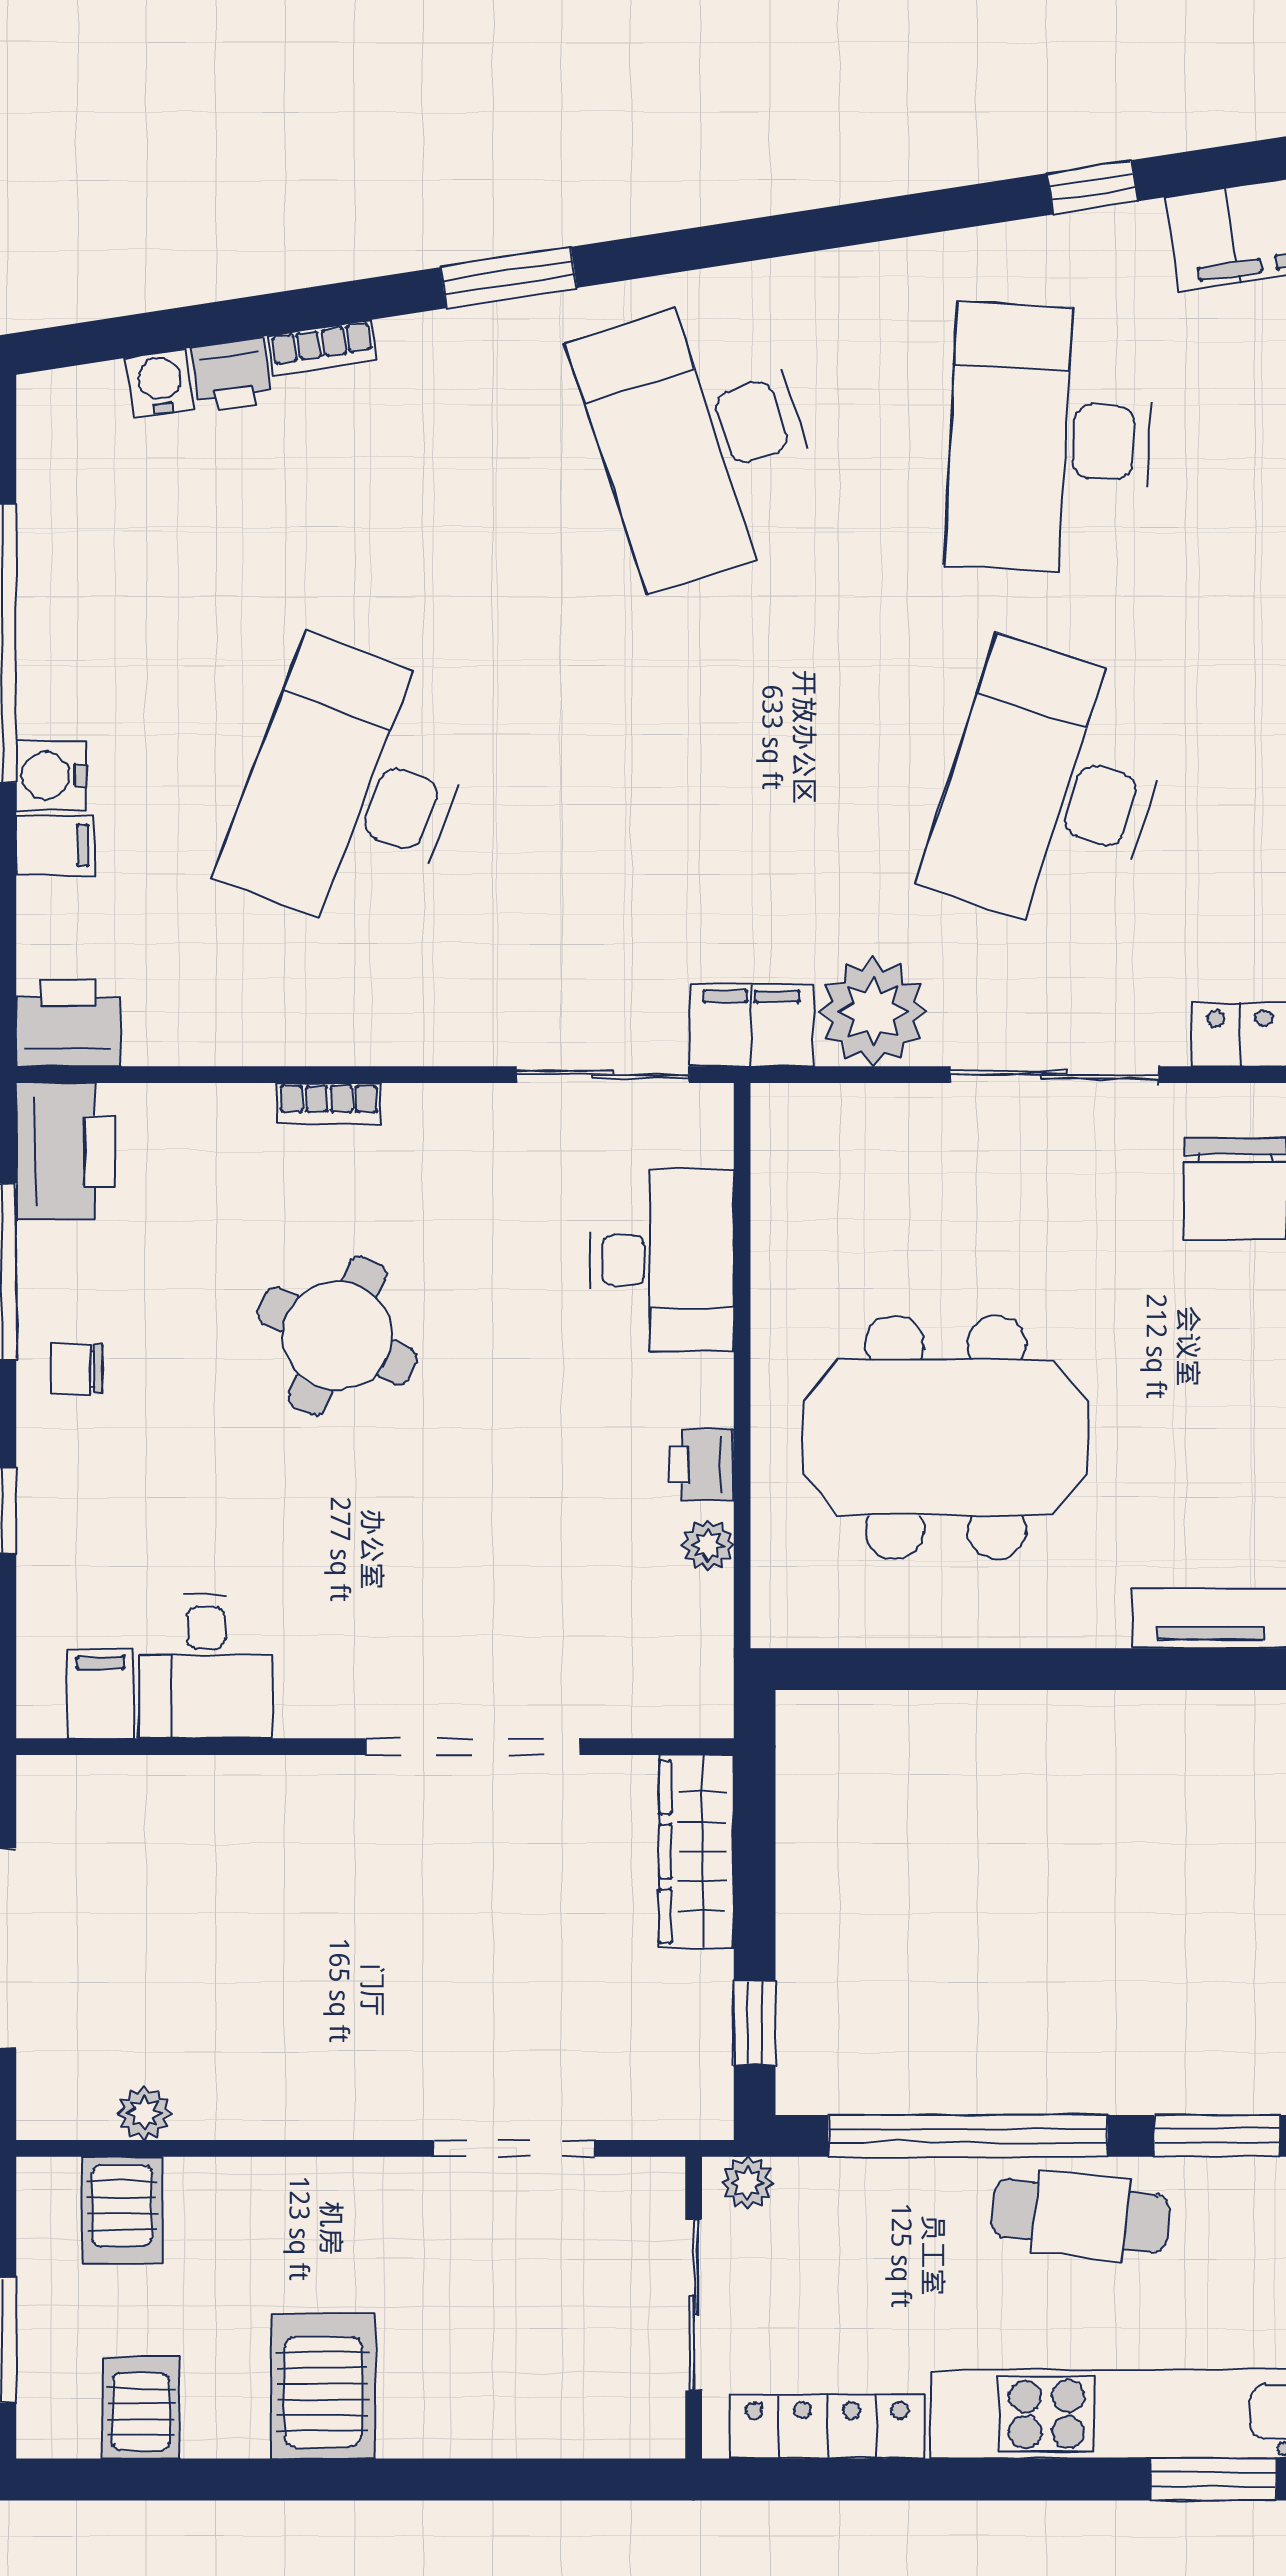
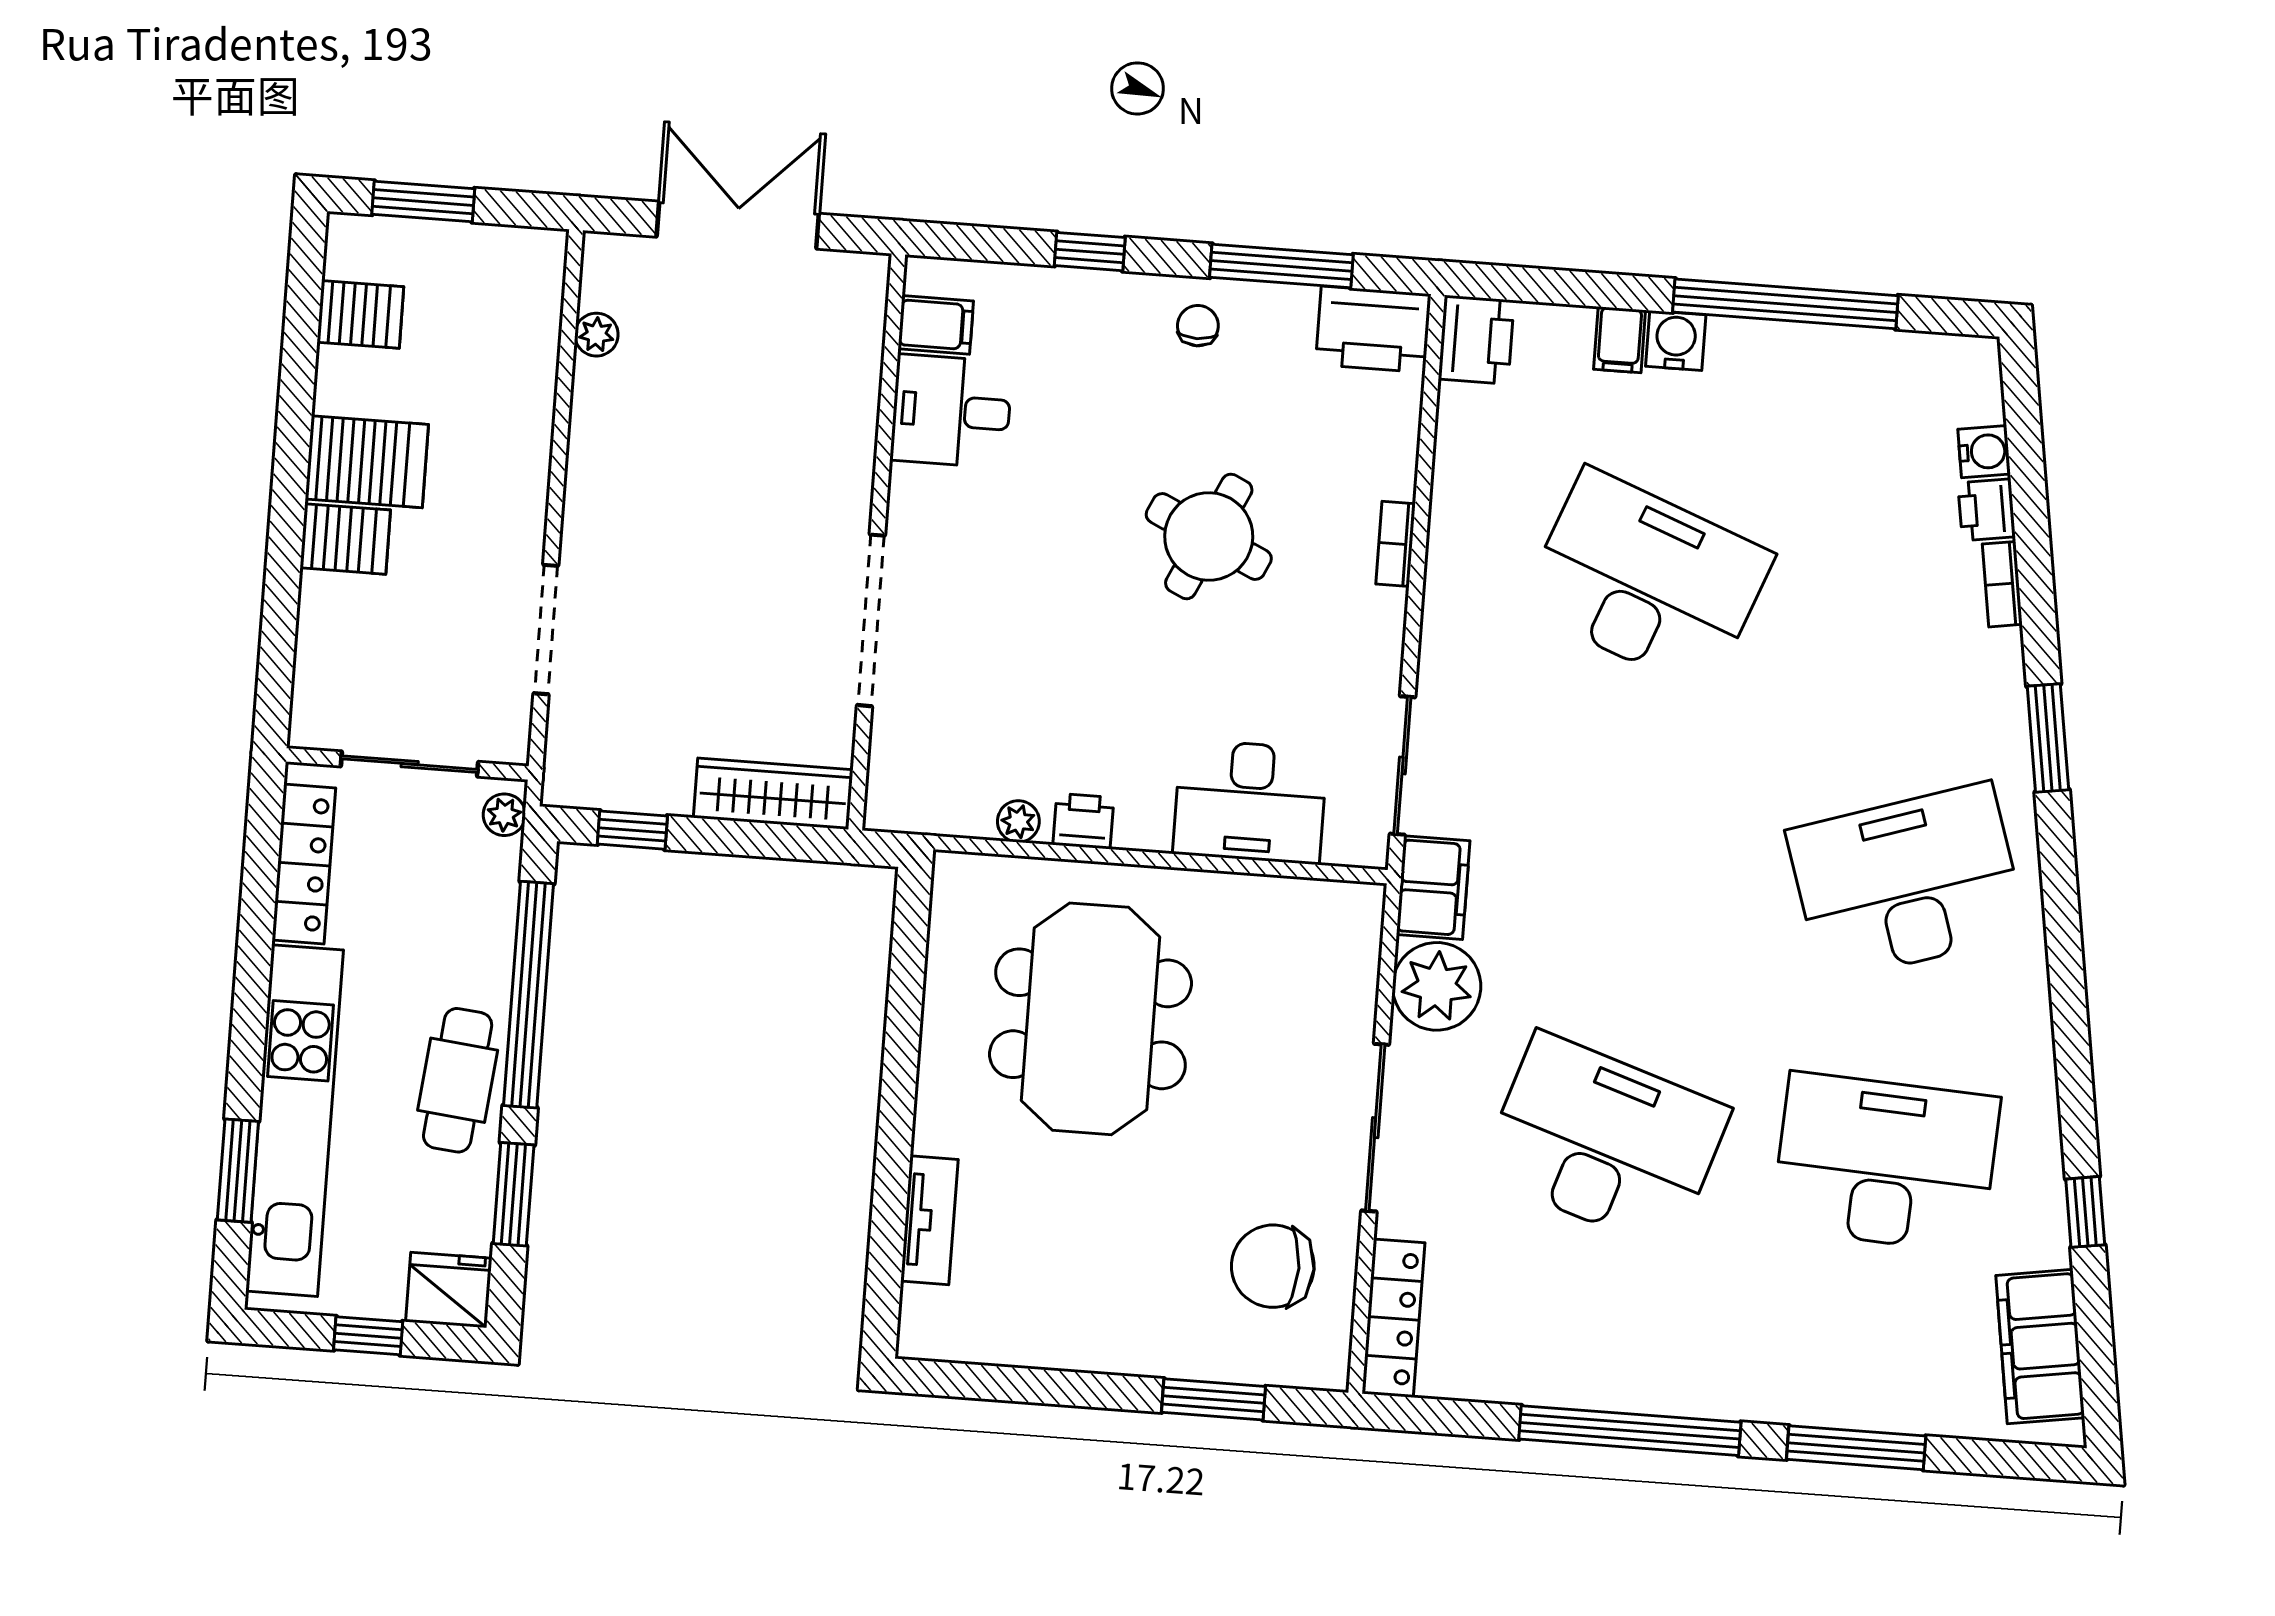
server rack: (122, 2210) -> (345, 539), moved, turned 180

